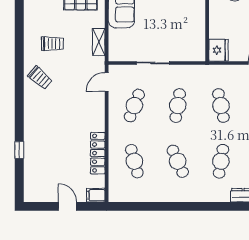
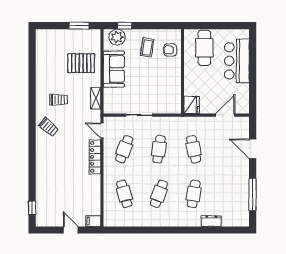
door: (107, 82) -> (102, 130), hinge flipped
window: (19, 150) -> (32, 208), moved
locker: (98, 153) -> (95, 157), moved
cafe table: (178, 161) -> (159, 194), turned 45

